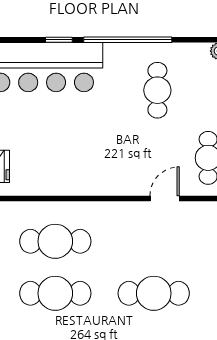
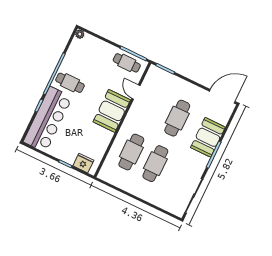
cafe table: (157, 90) -> (70, 83), moved
booth: (111, 172) -> (112, 111), added

